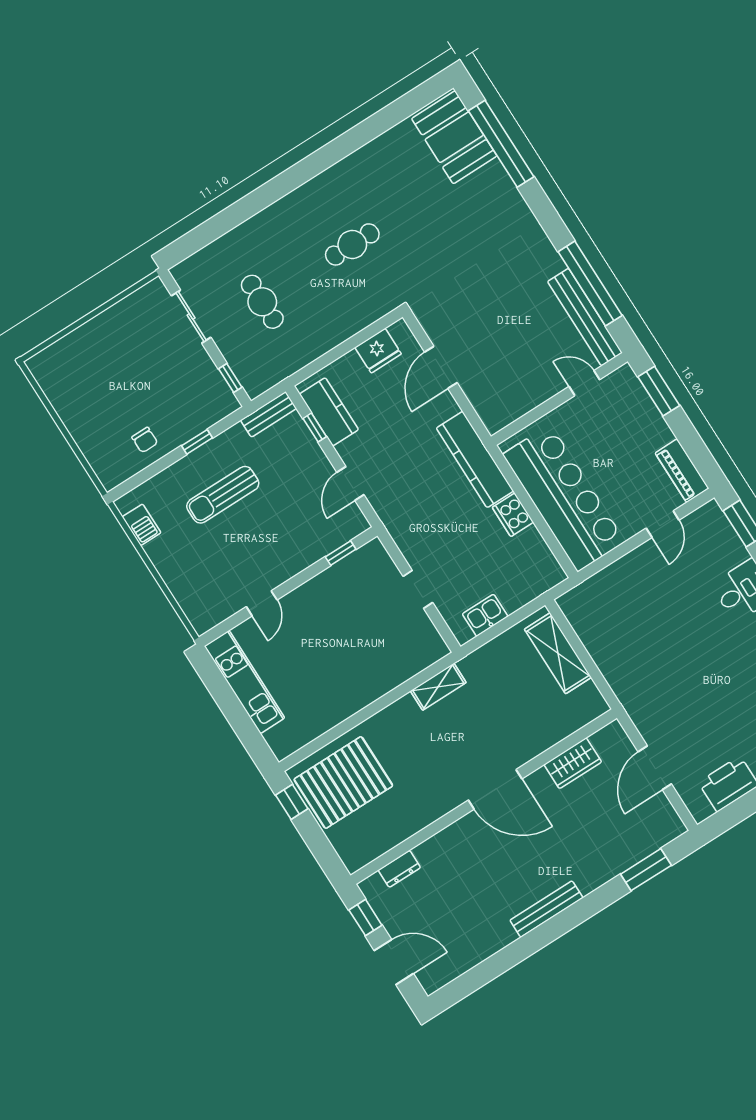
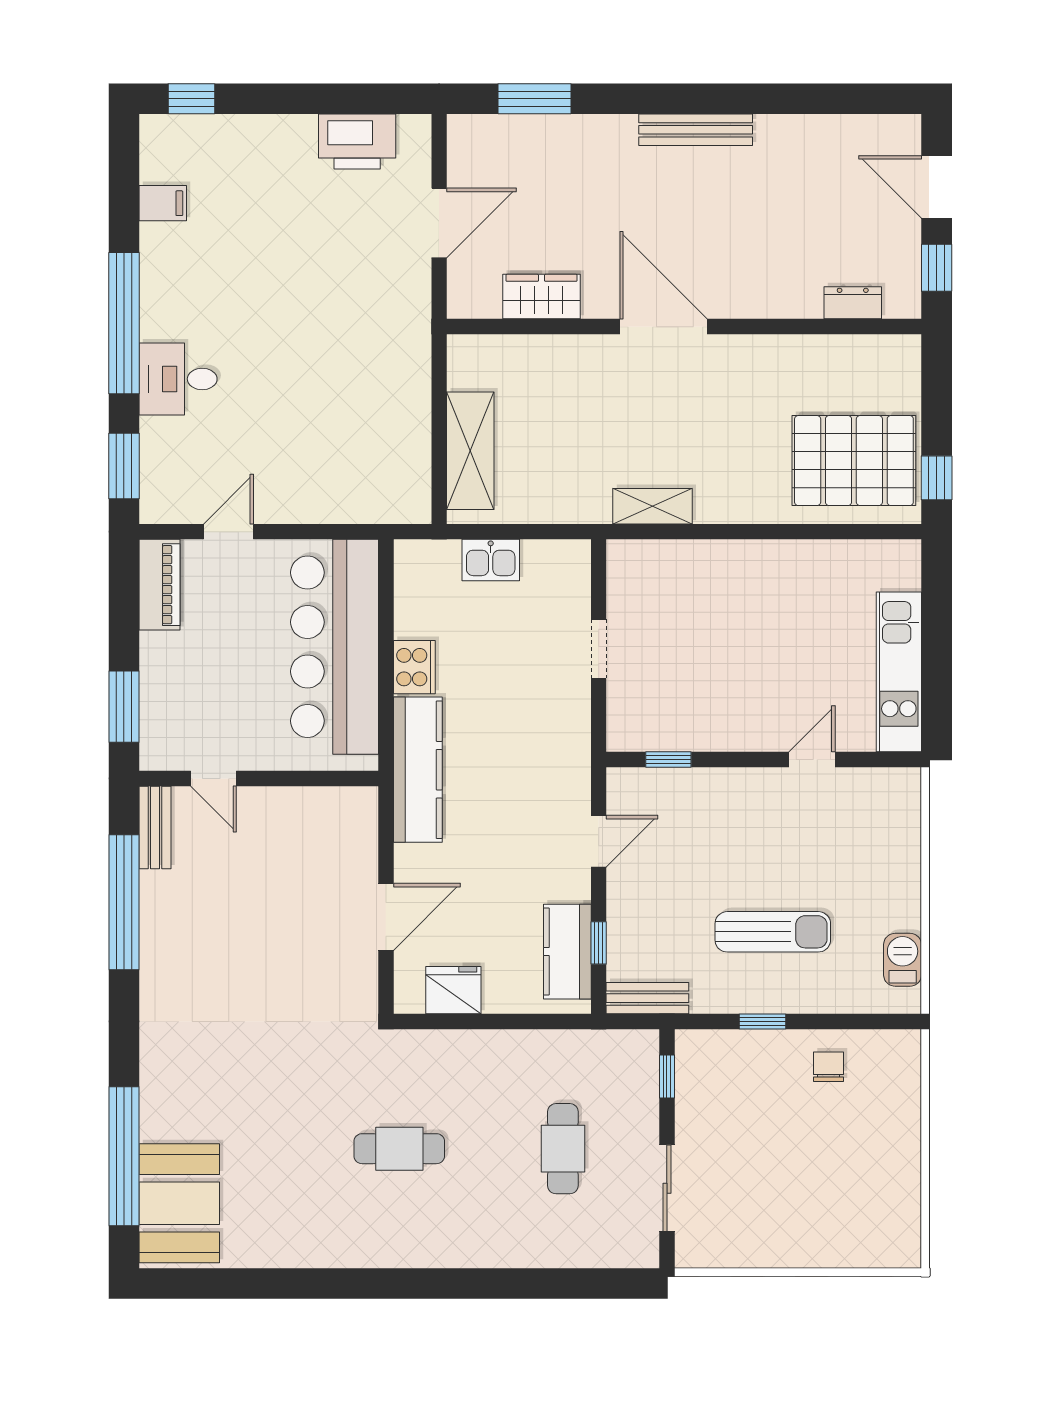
bench: (585, 317) -> (155, 827), width x0.54, depth x0.82
kitchen sink: (485, 615) -> (491, 560), moved

